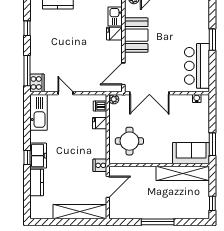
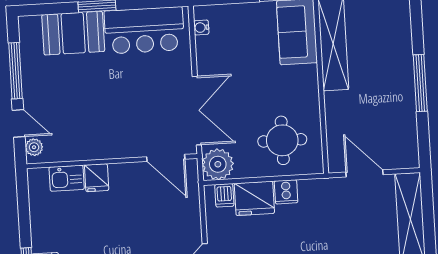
booth: (136, 35) -> (73, 33), moved
plant: (114, 99) -> (218, 164), width x1.88, depth x1.88
fridge: (100, 123) -> (254, 198), width x1.88, depth x1.34
cooker: (100, 165) -> (286, 192), moved

